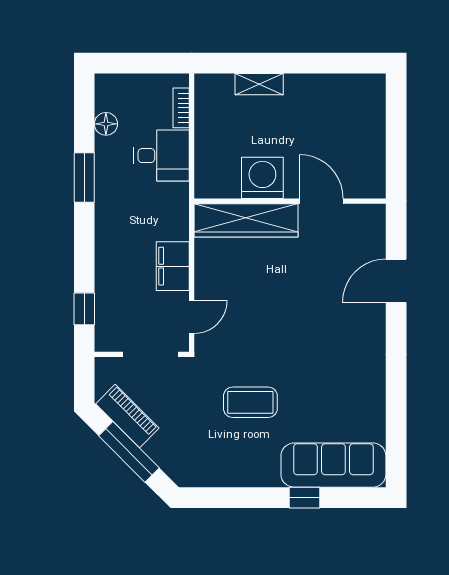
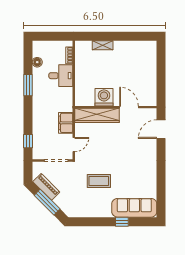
washing machine: (262, 178) -> (104, 97), moved
wall: (290, 201) -> (116, 107), moved
door: (321, 201) -> (129, 107), moved
wardrobe: (246, 220) -> (97, 115), moved

